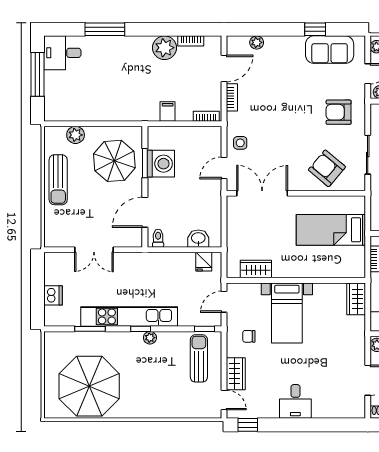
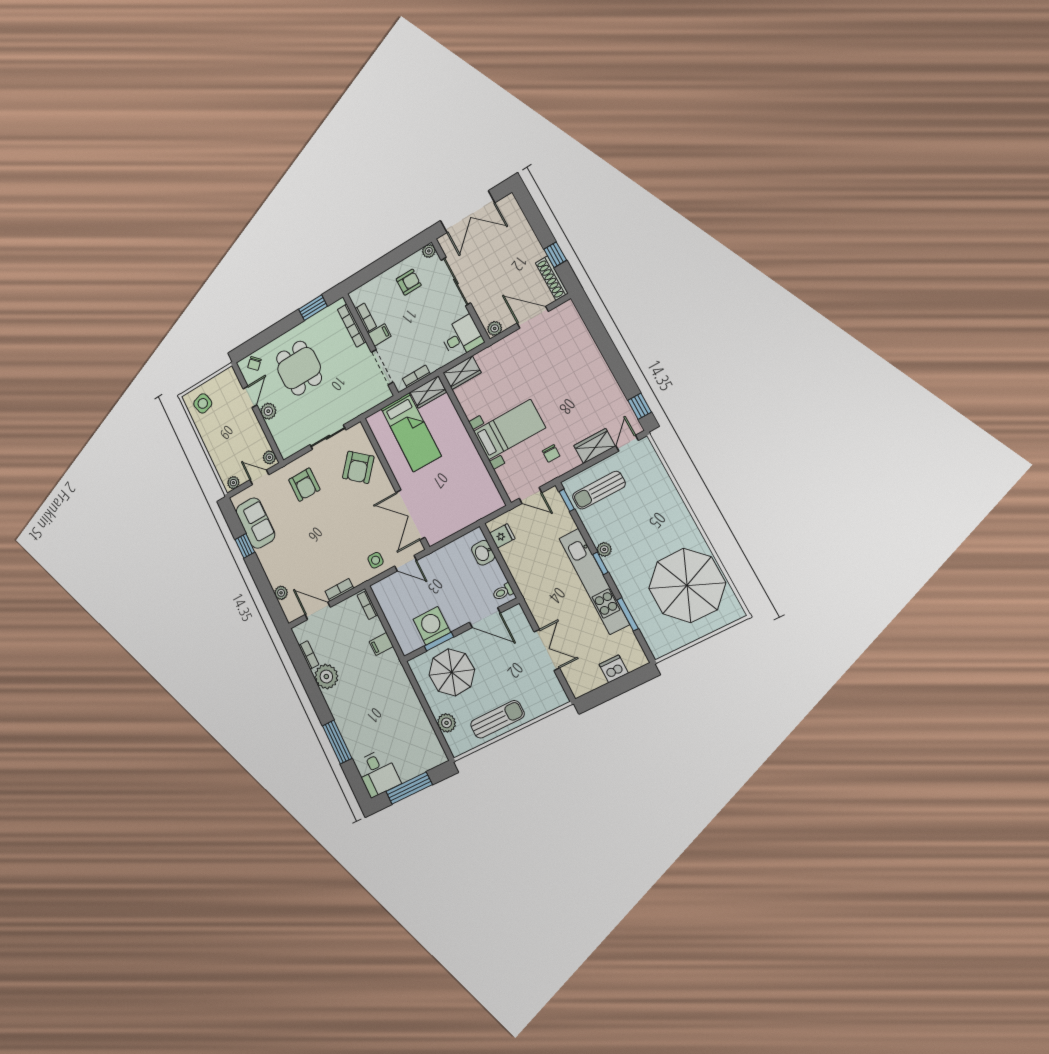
wardrobe: (256, 269) -> (428, 392), moved, turned -90
desk: (295, 401) -> (591, 373), removed

